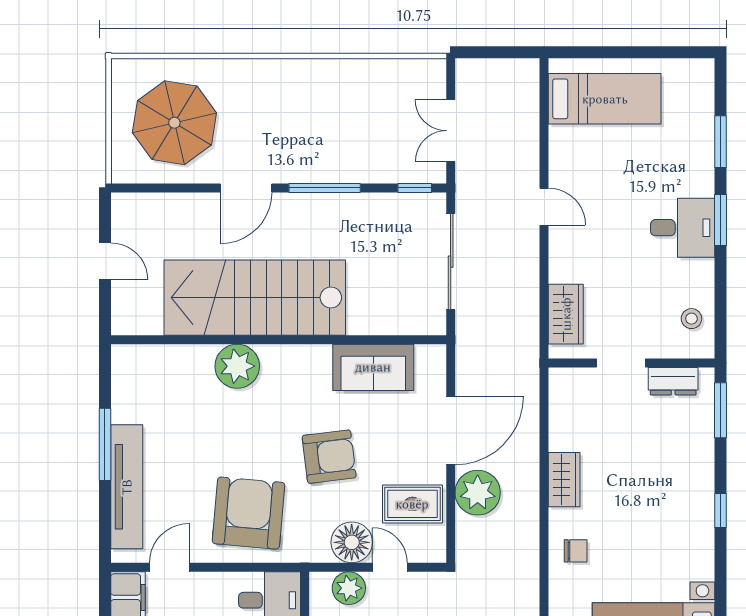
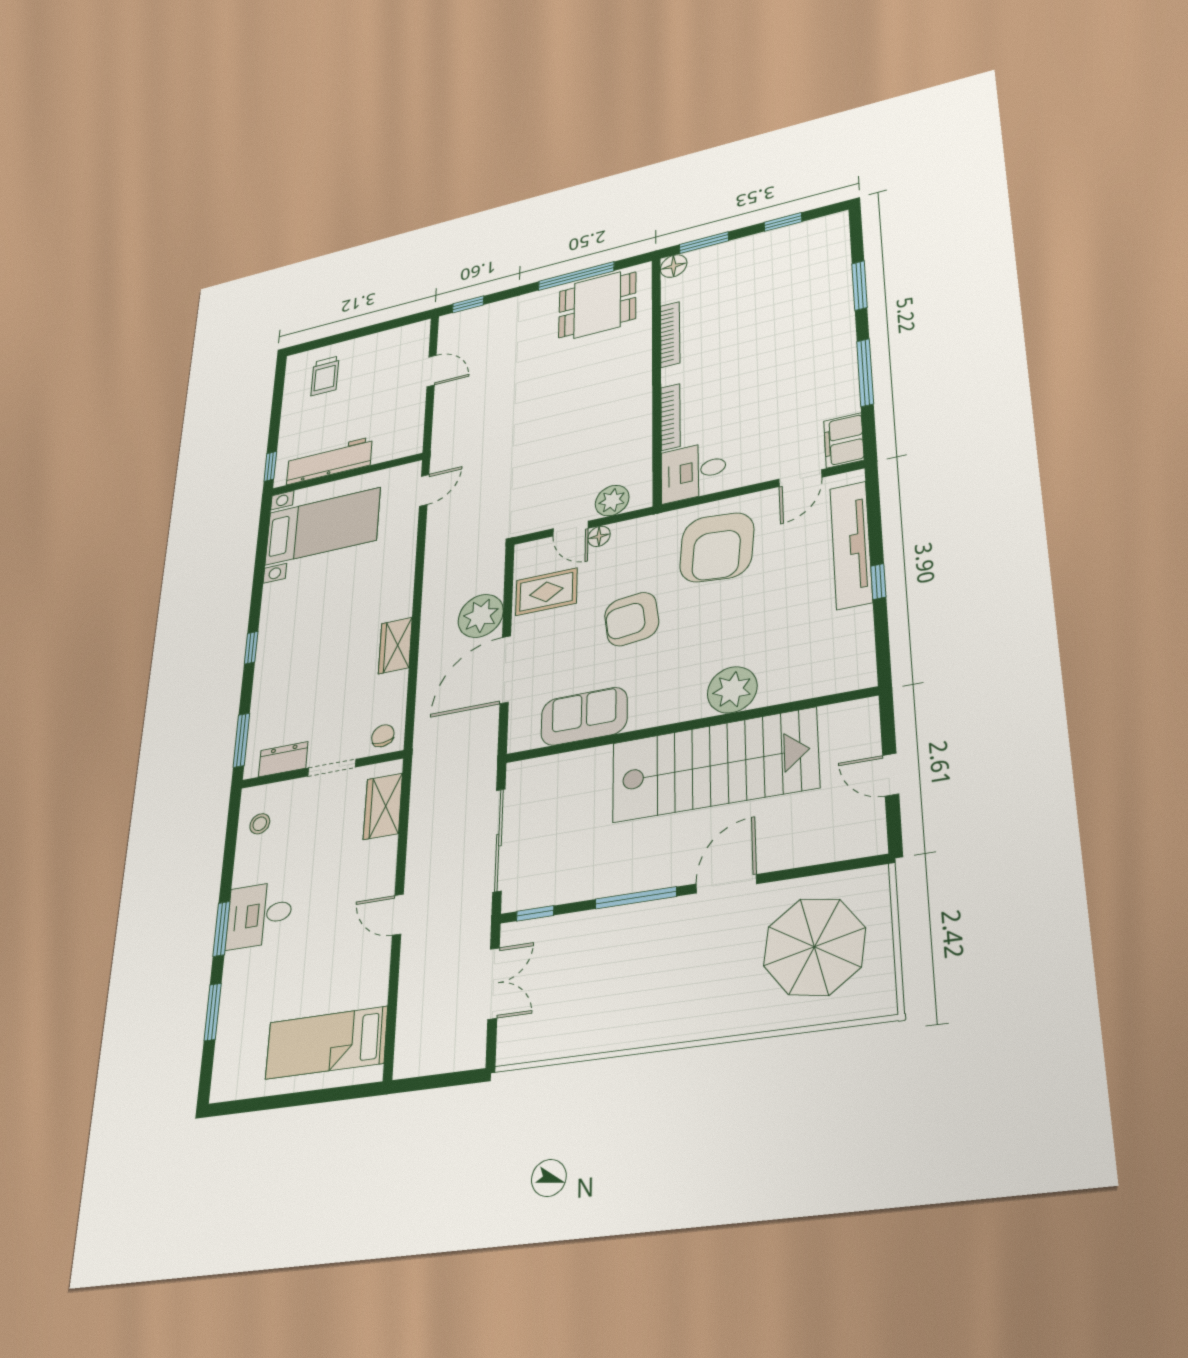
window: (105, 444) -> (878, 582), width x0.46
floor lamp: (352, 542) -> (599, 536), width x0.53, depth x0.53
chair: (576, 551) -> (383, 736), moved, turned 84

